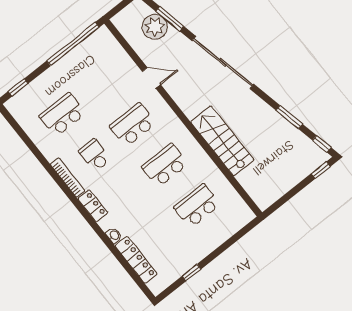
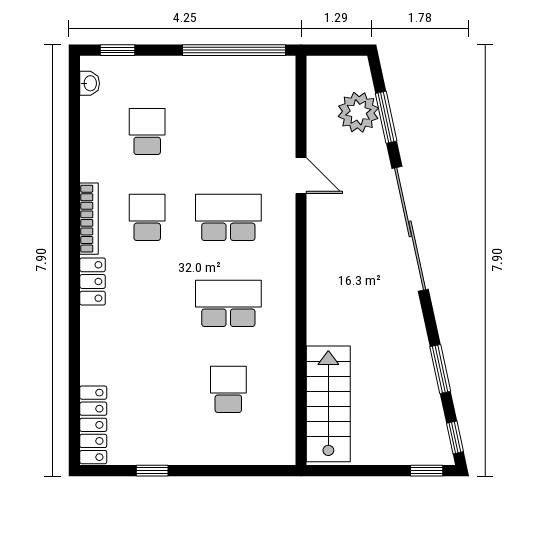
school desk: (62, 115) -> (147, 131), width x0.54
stairs: (222, 141) -> (328, 404), moved
school desk: (197, 206) -> (228, 389), width x0.54
washbasin: (114, 235) -> (90, 83), moved
locker: (136, 260) -> (93, 425), moved

